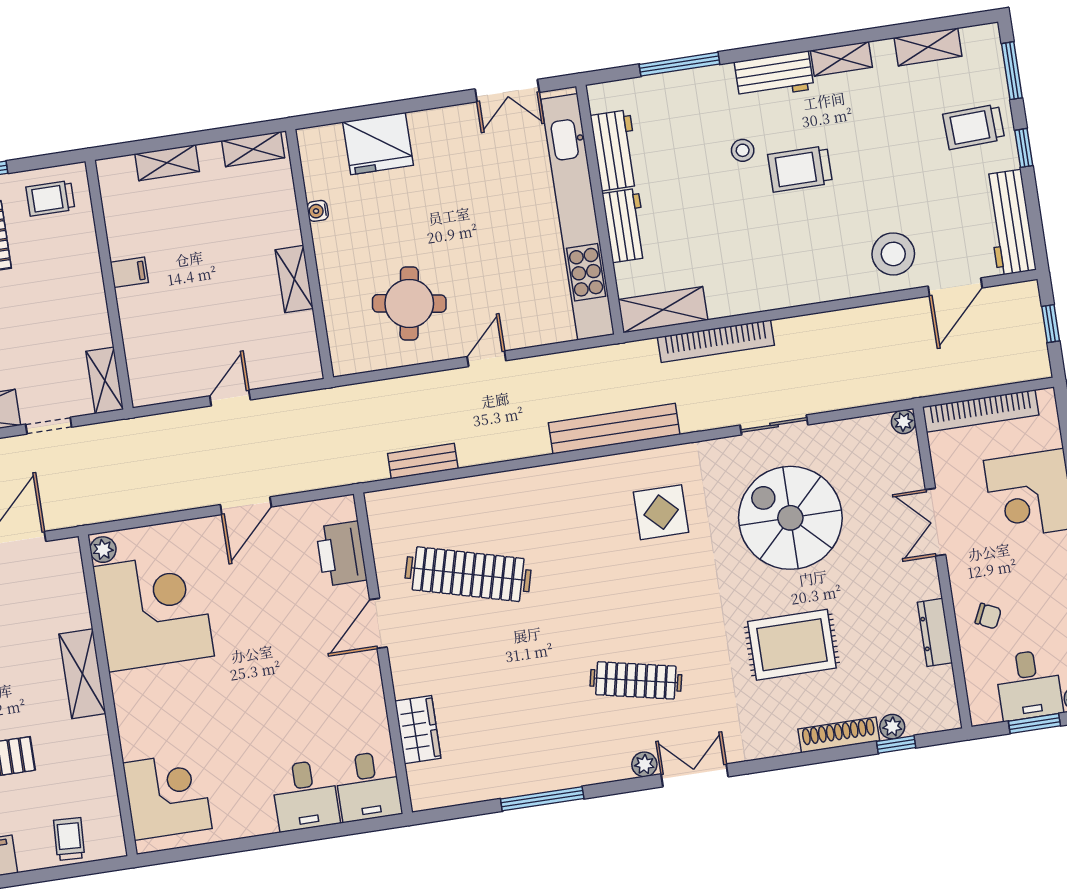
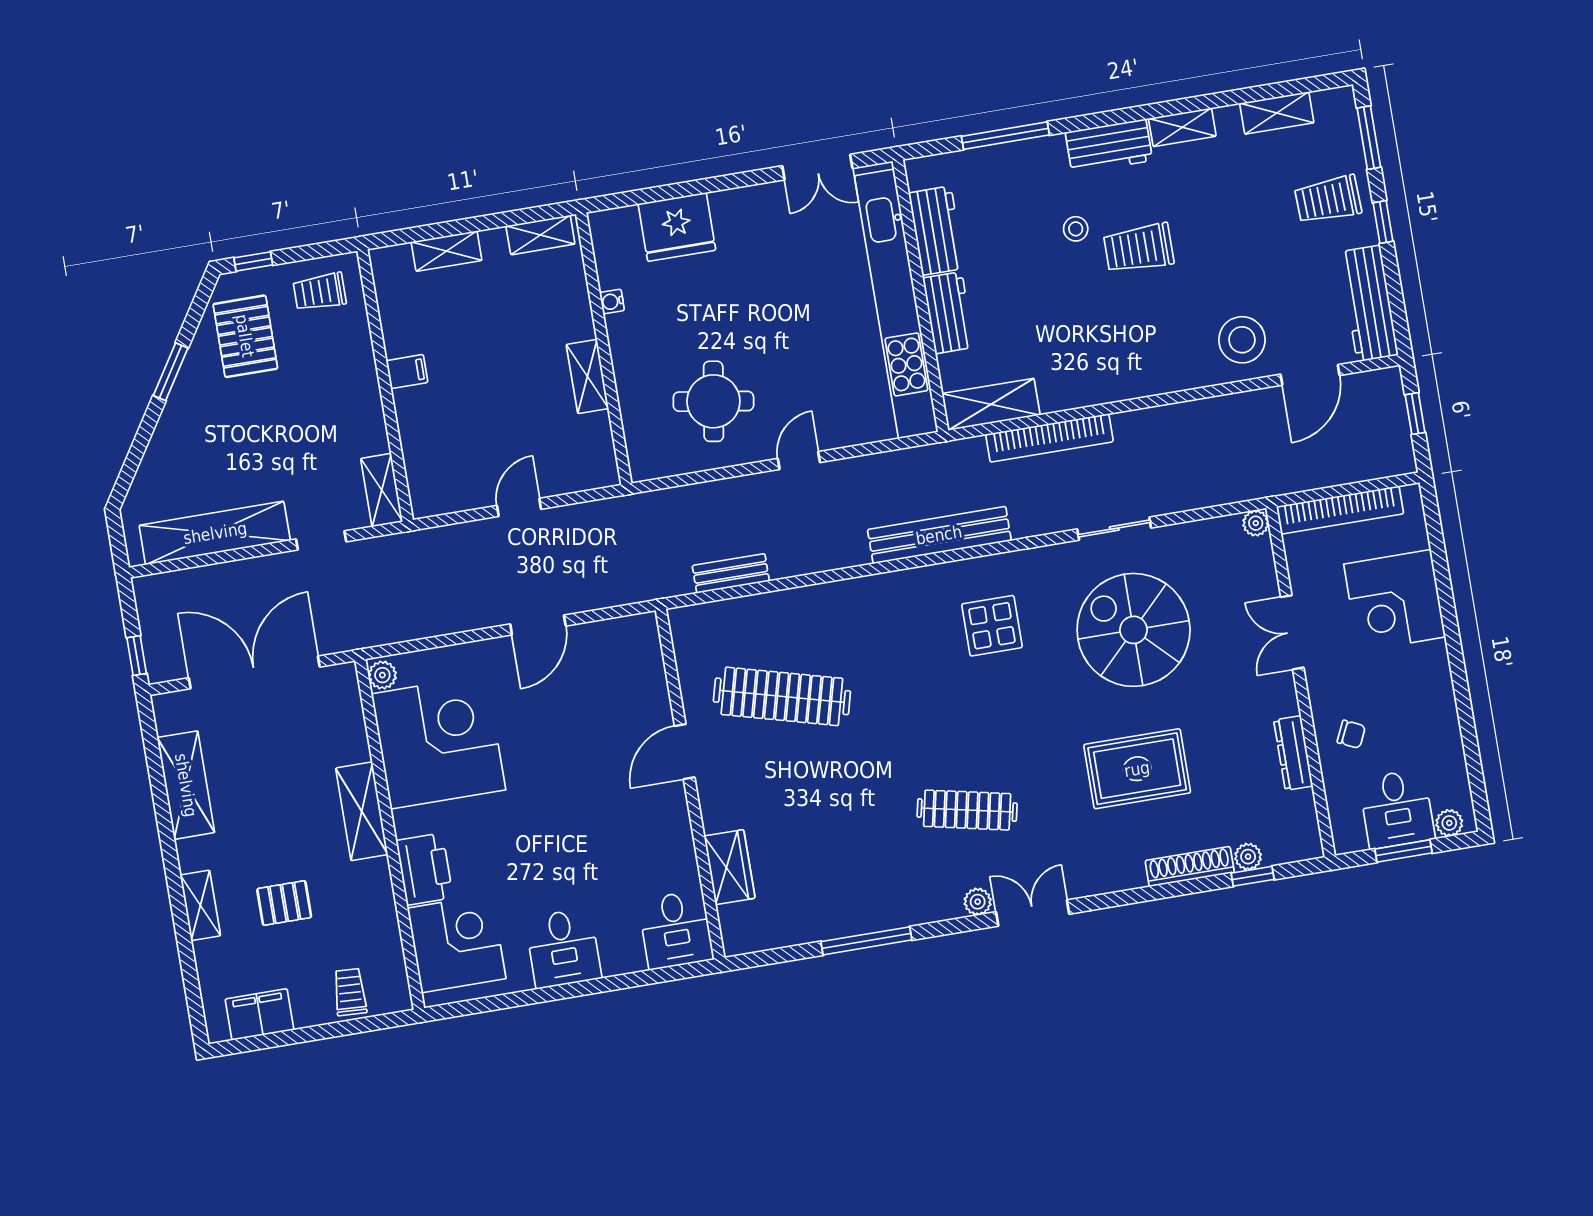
printer: (341, 554) -> (425, 869), moved, turned 180
desk: (305, 795) -> (563, 948), moved

